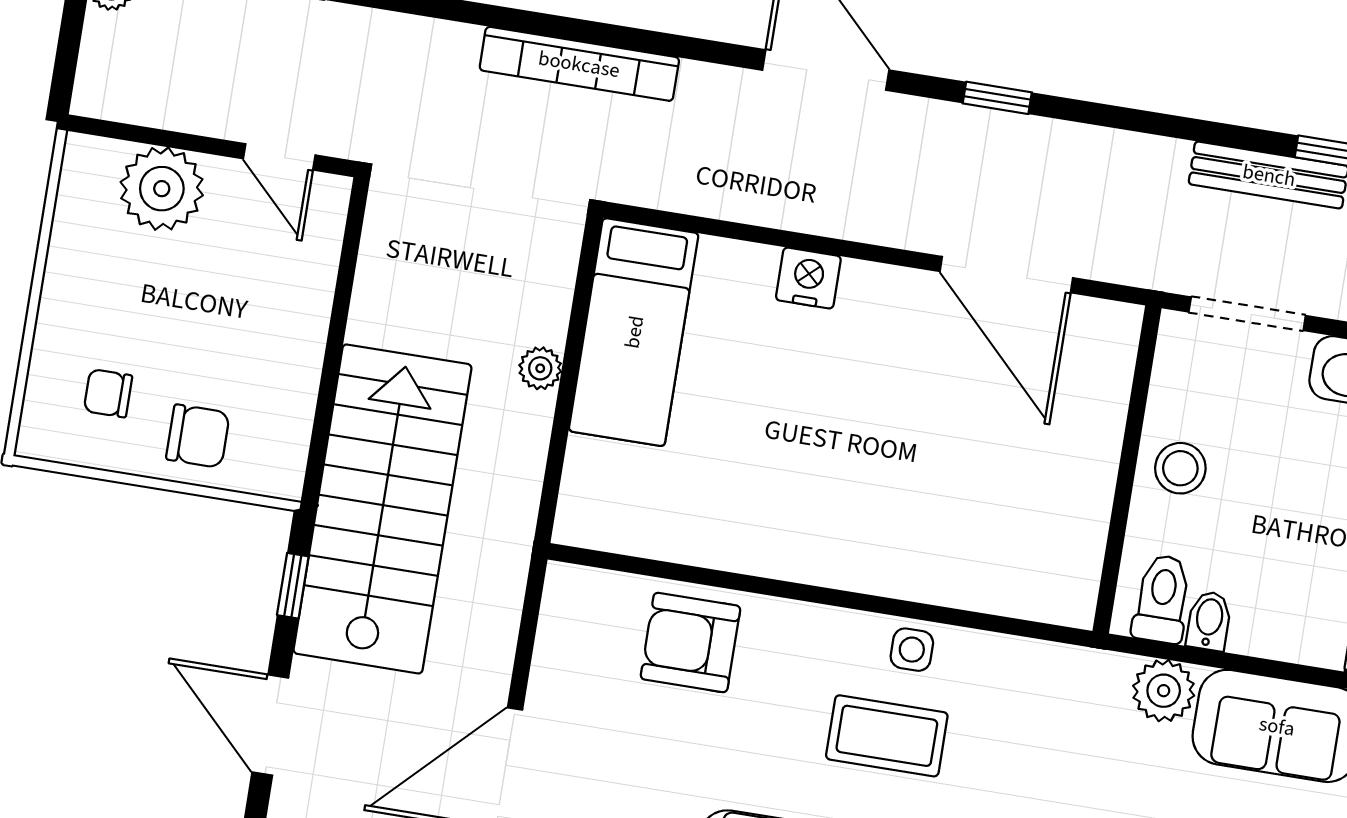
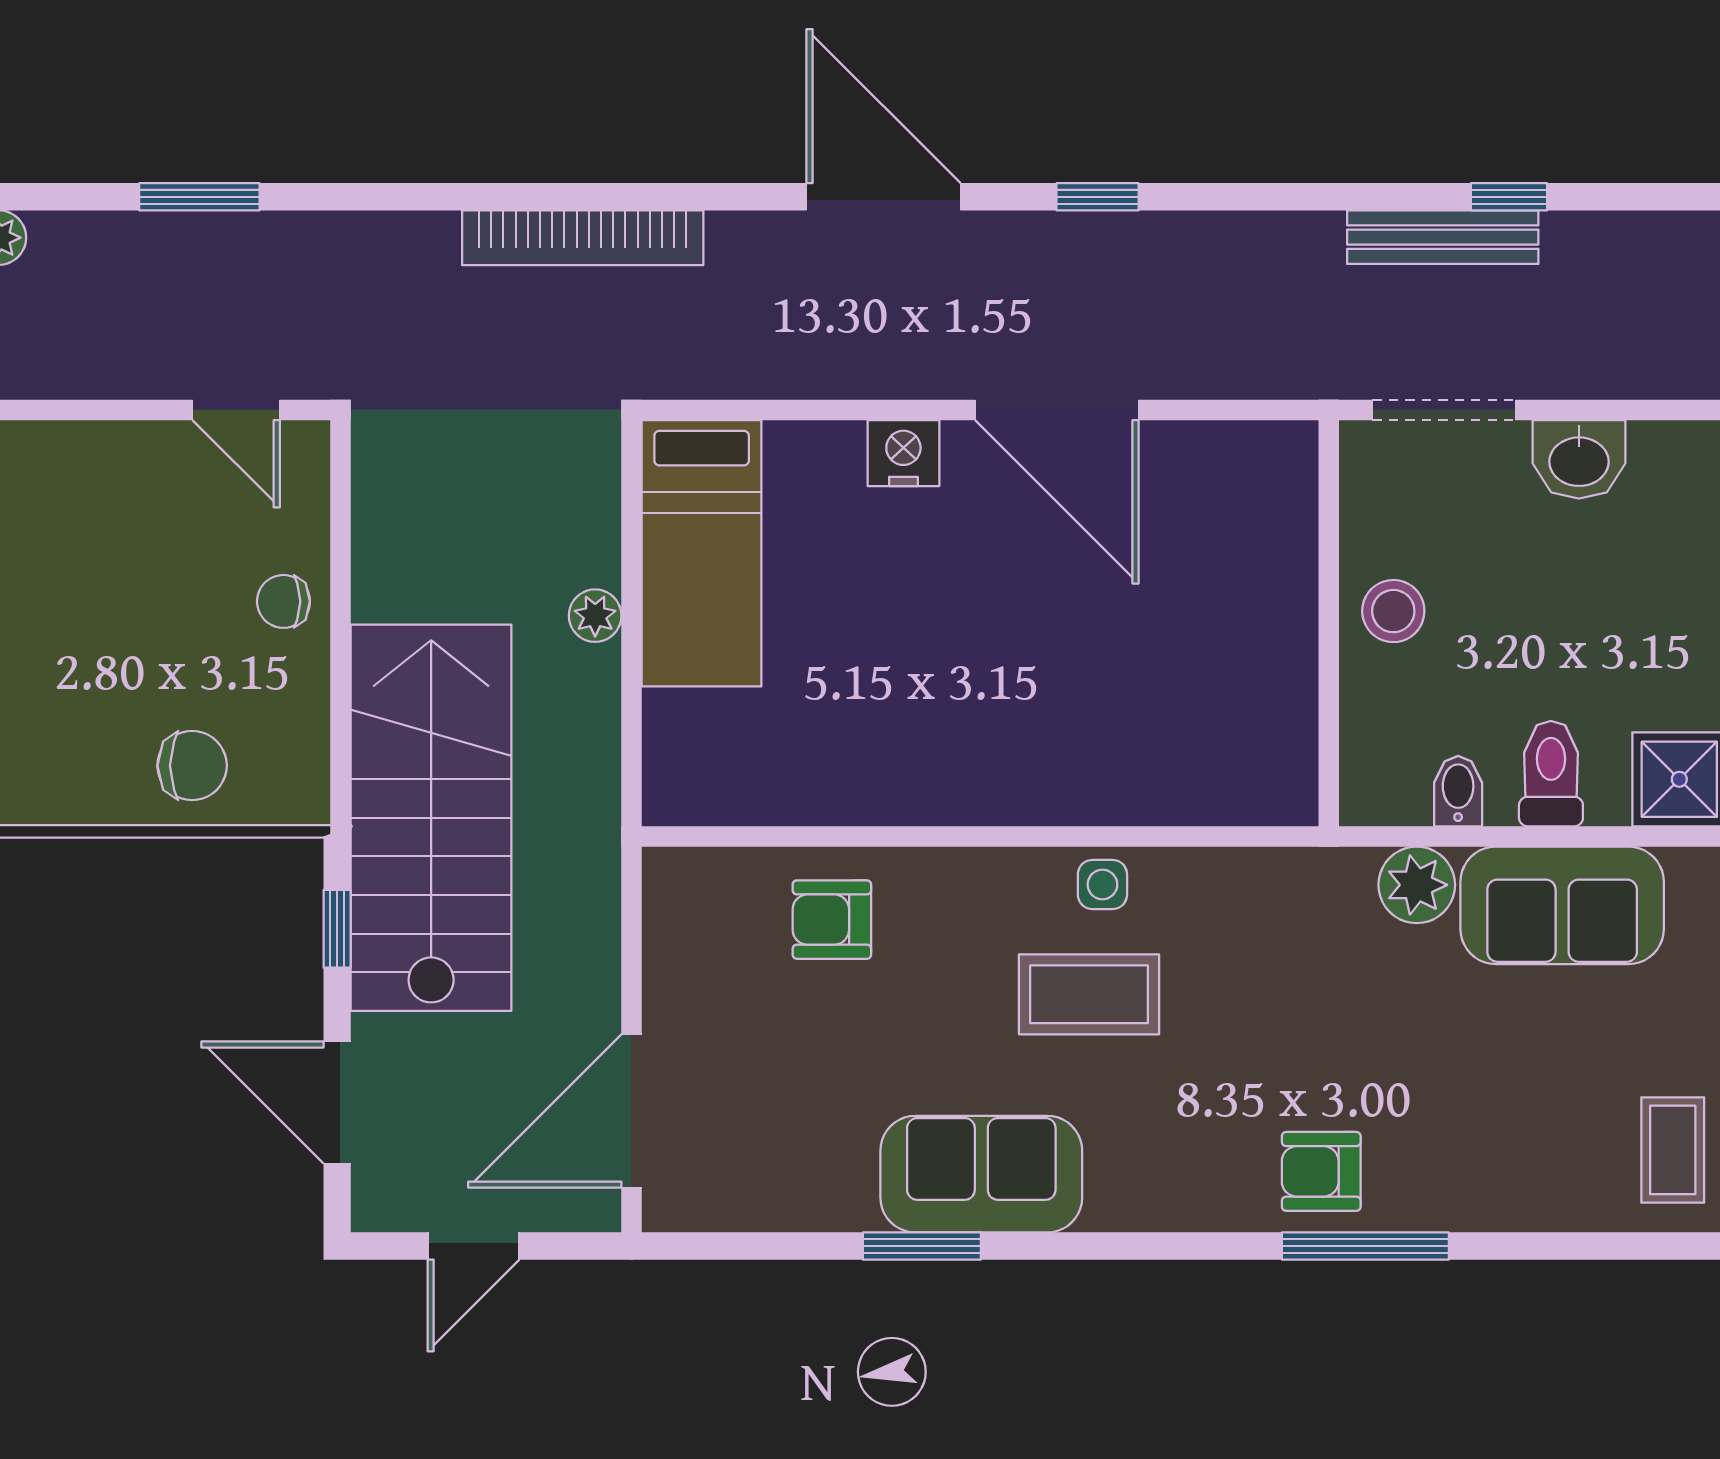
plant: (162, 189) -> (99, 472), removed
door: (1006, 275) -> (1057, 410), moved
chair: (108, 393) -> (283, 601), moved
toilet: (1162, 599) -> (1551, 774), moved
armchair: (690, 643) -> (832, 920), width x0.72, depth x0.72

